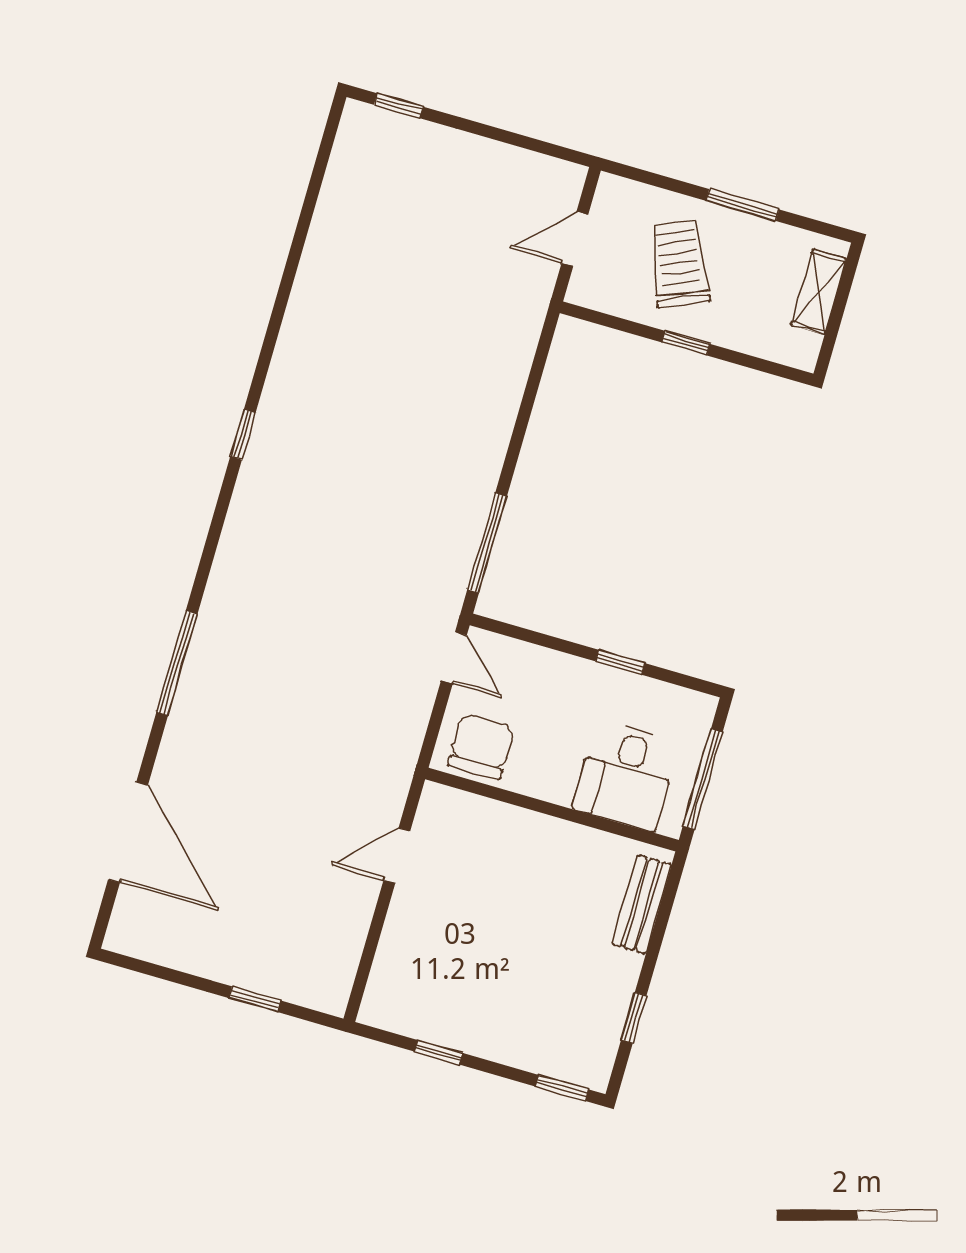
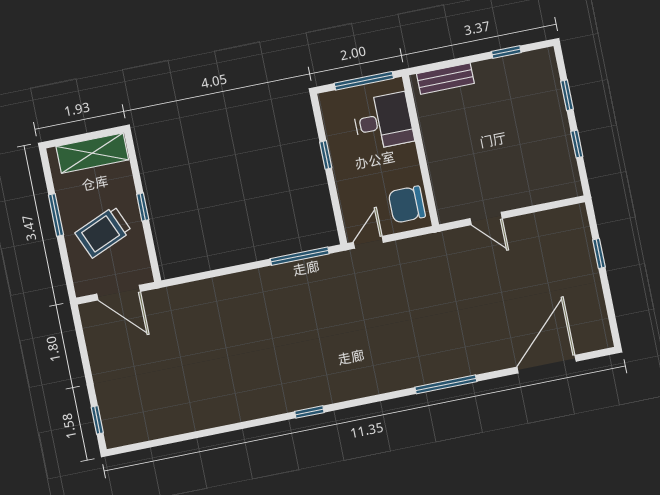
door: (575, 239) -> (119, 293), width x1.38
shelving: (819, 292) -> (92, 153), width x1.50, depth x1.33
window: (562, 1088) -> (567, 95), moved

